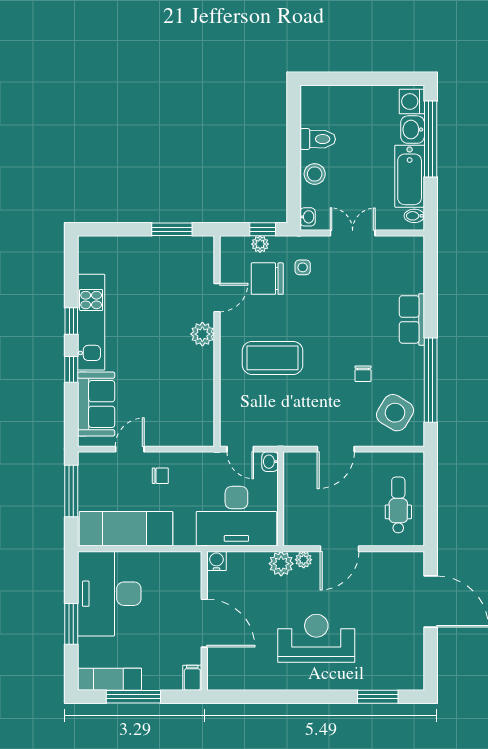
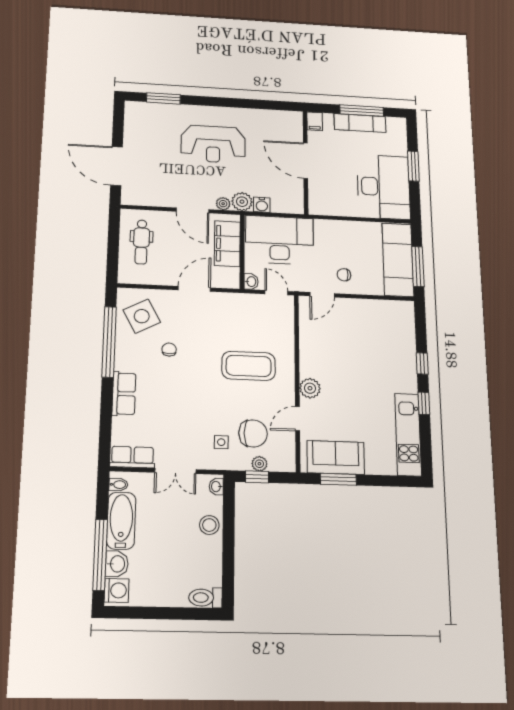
toilet: (318, 139) -> (205, 598), moved
row of seats: (400, 247) -> (132, 457), added
kitchen unit: (91, 322) -> (408, 434), moved
sofa: (96, 404) -> (336, 457), moved, turned 90
side table: (395, 413) -> (142, 316), turned 31
door: (130, 449) -> (322, 295), moved
filing cabinet: (298, 508) -> (227, 244), added
exam couch: (126, 529) -> (398, 260), moved, turned 90
door: (340, 549) -> (193, 210), swing flipped
water cooler: (217, 561) -> (262, 205), moved
exam couch: (109, 679) -> (360, 123), moved

